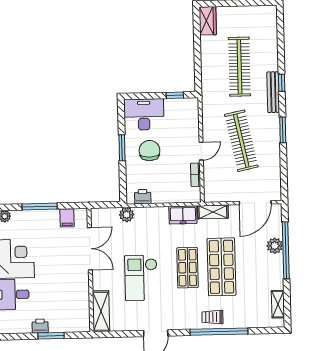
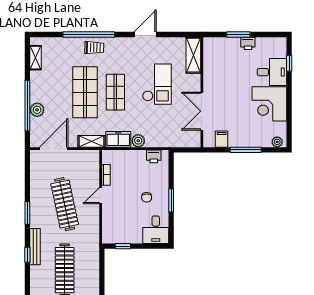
desk: (144, 114) -> (156, 230), width x0.73
chair: (149, 151) -> (147, 197), width x0.54, depth x0.54
plant: (127, 215) -> (138, 141), moved

